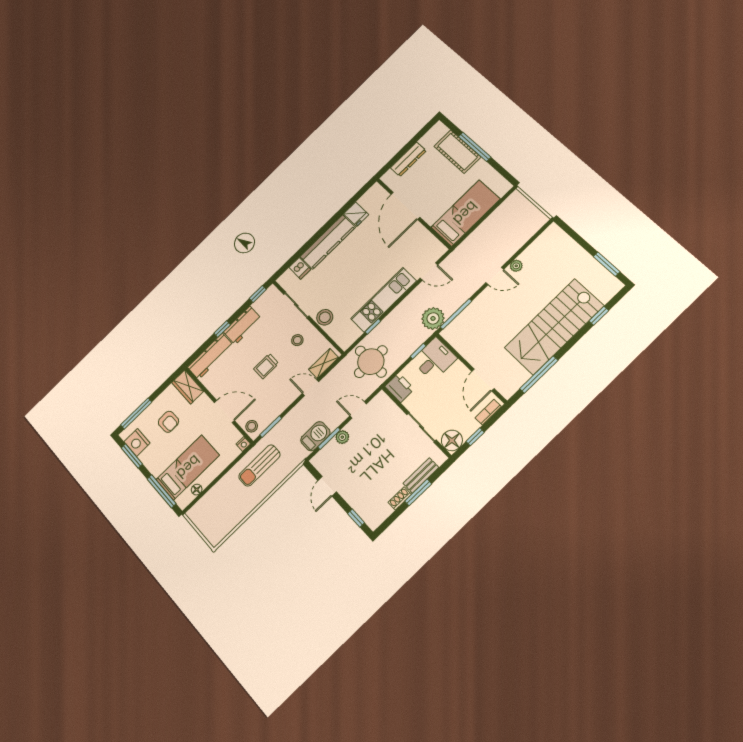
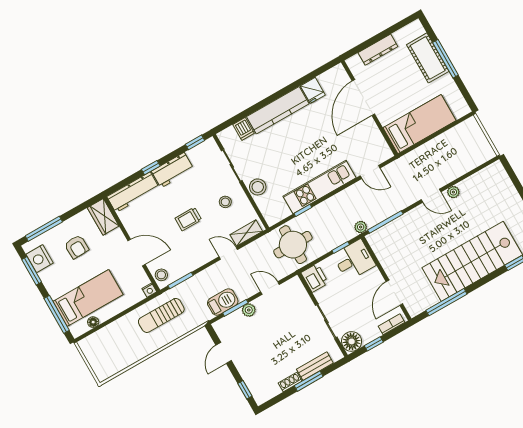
plant: (433, 318) -> (361, 227), width x0.53, depth x0.53

